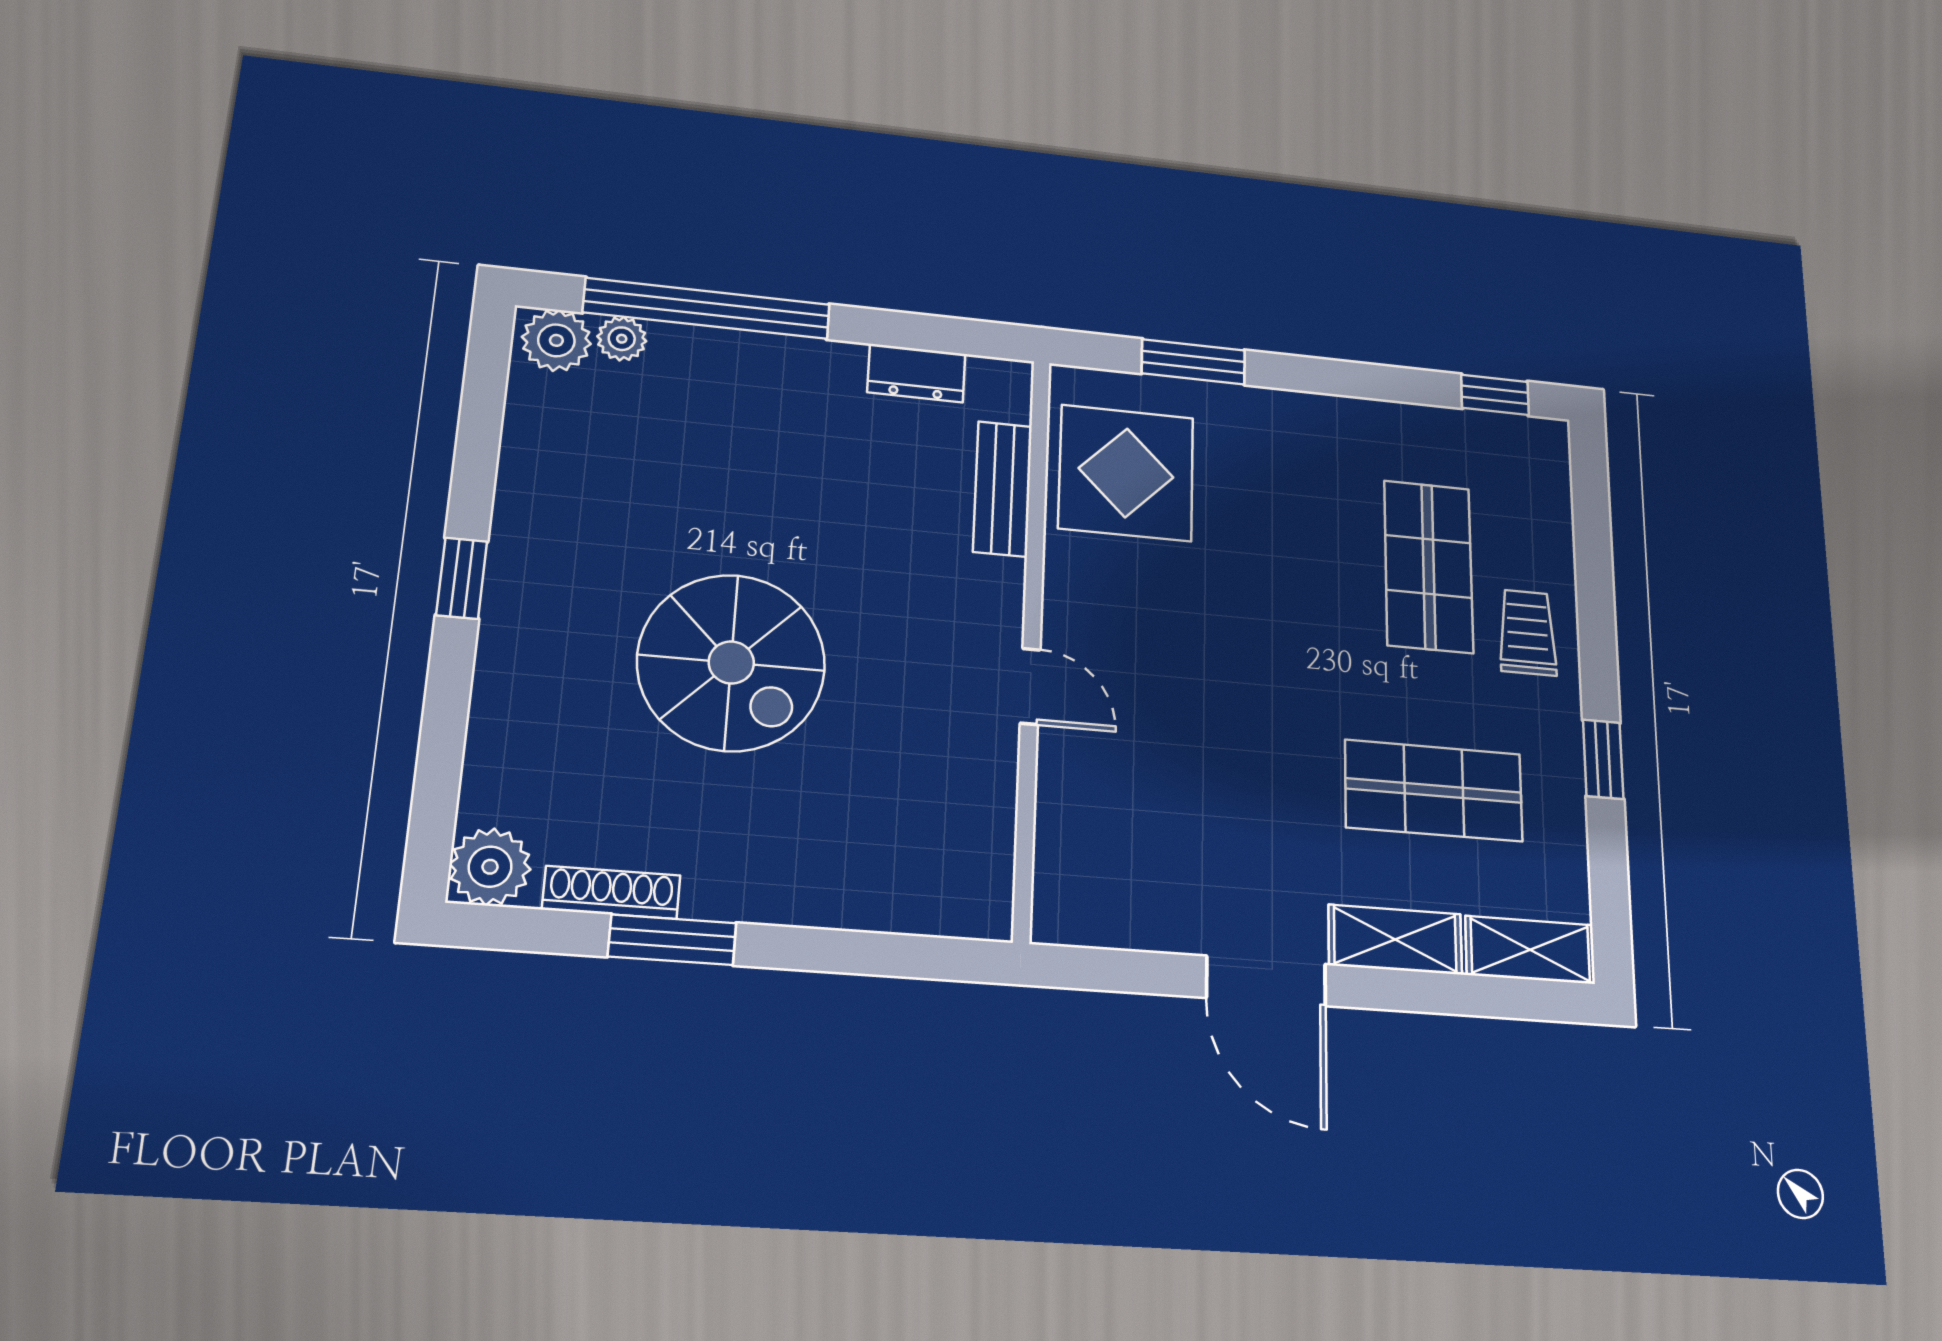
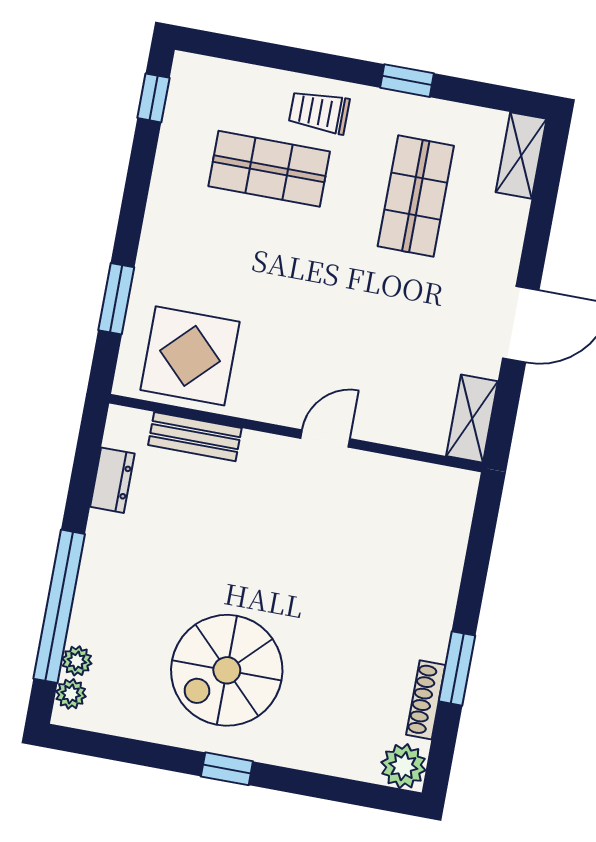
plant: (556, 340) -> (71, 694), width x0.73, depth x0.73
spiral stairs: (731, 662) -> (227, 670), moved, turned 180
shelving: (1395, 939) -> (472, 419), moved

